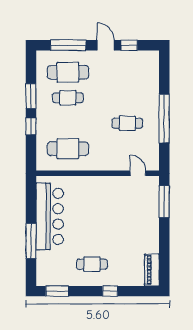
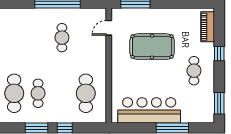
pool table: (118, 219) -> (152, 47), added
piano: (152, 270) -> (208, 27), moved, turned 90

